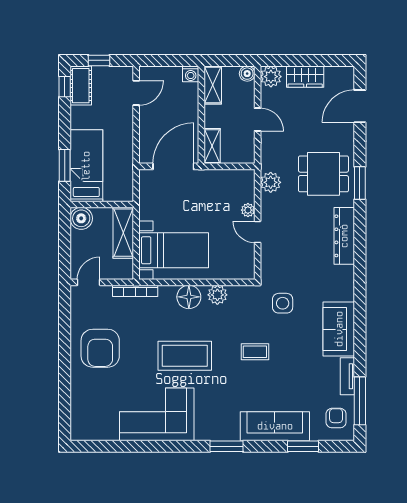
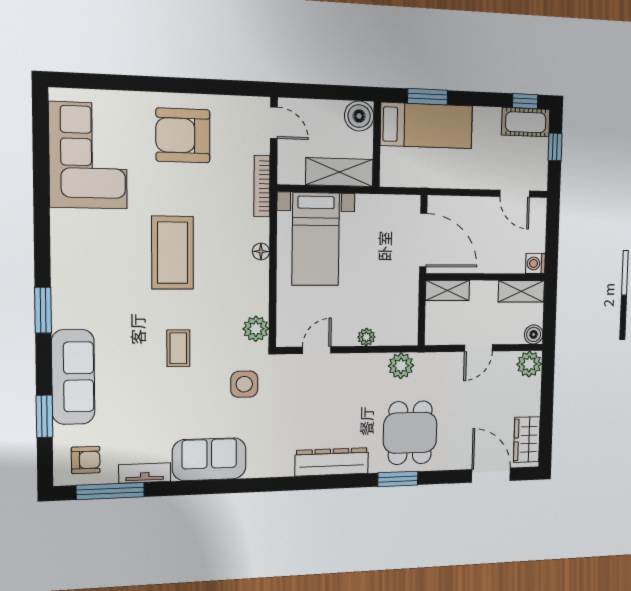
wardrobe: (305, 77) -> (527, 440), moved
door: (258, 232) -> (317, 350), moved
plant: (217, 295) -> (256, 329), moved
floor lamp: (189, 297) -> (261, 251), width x0.53, depth x0.53
corner sofa: (157, 414) -> (88, 156), moved

